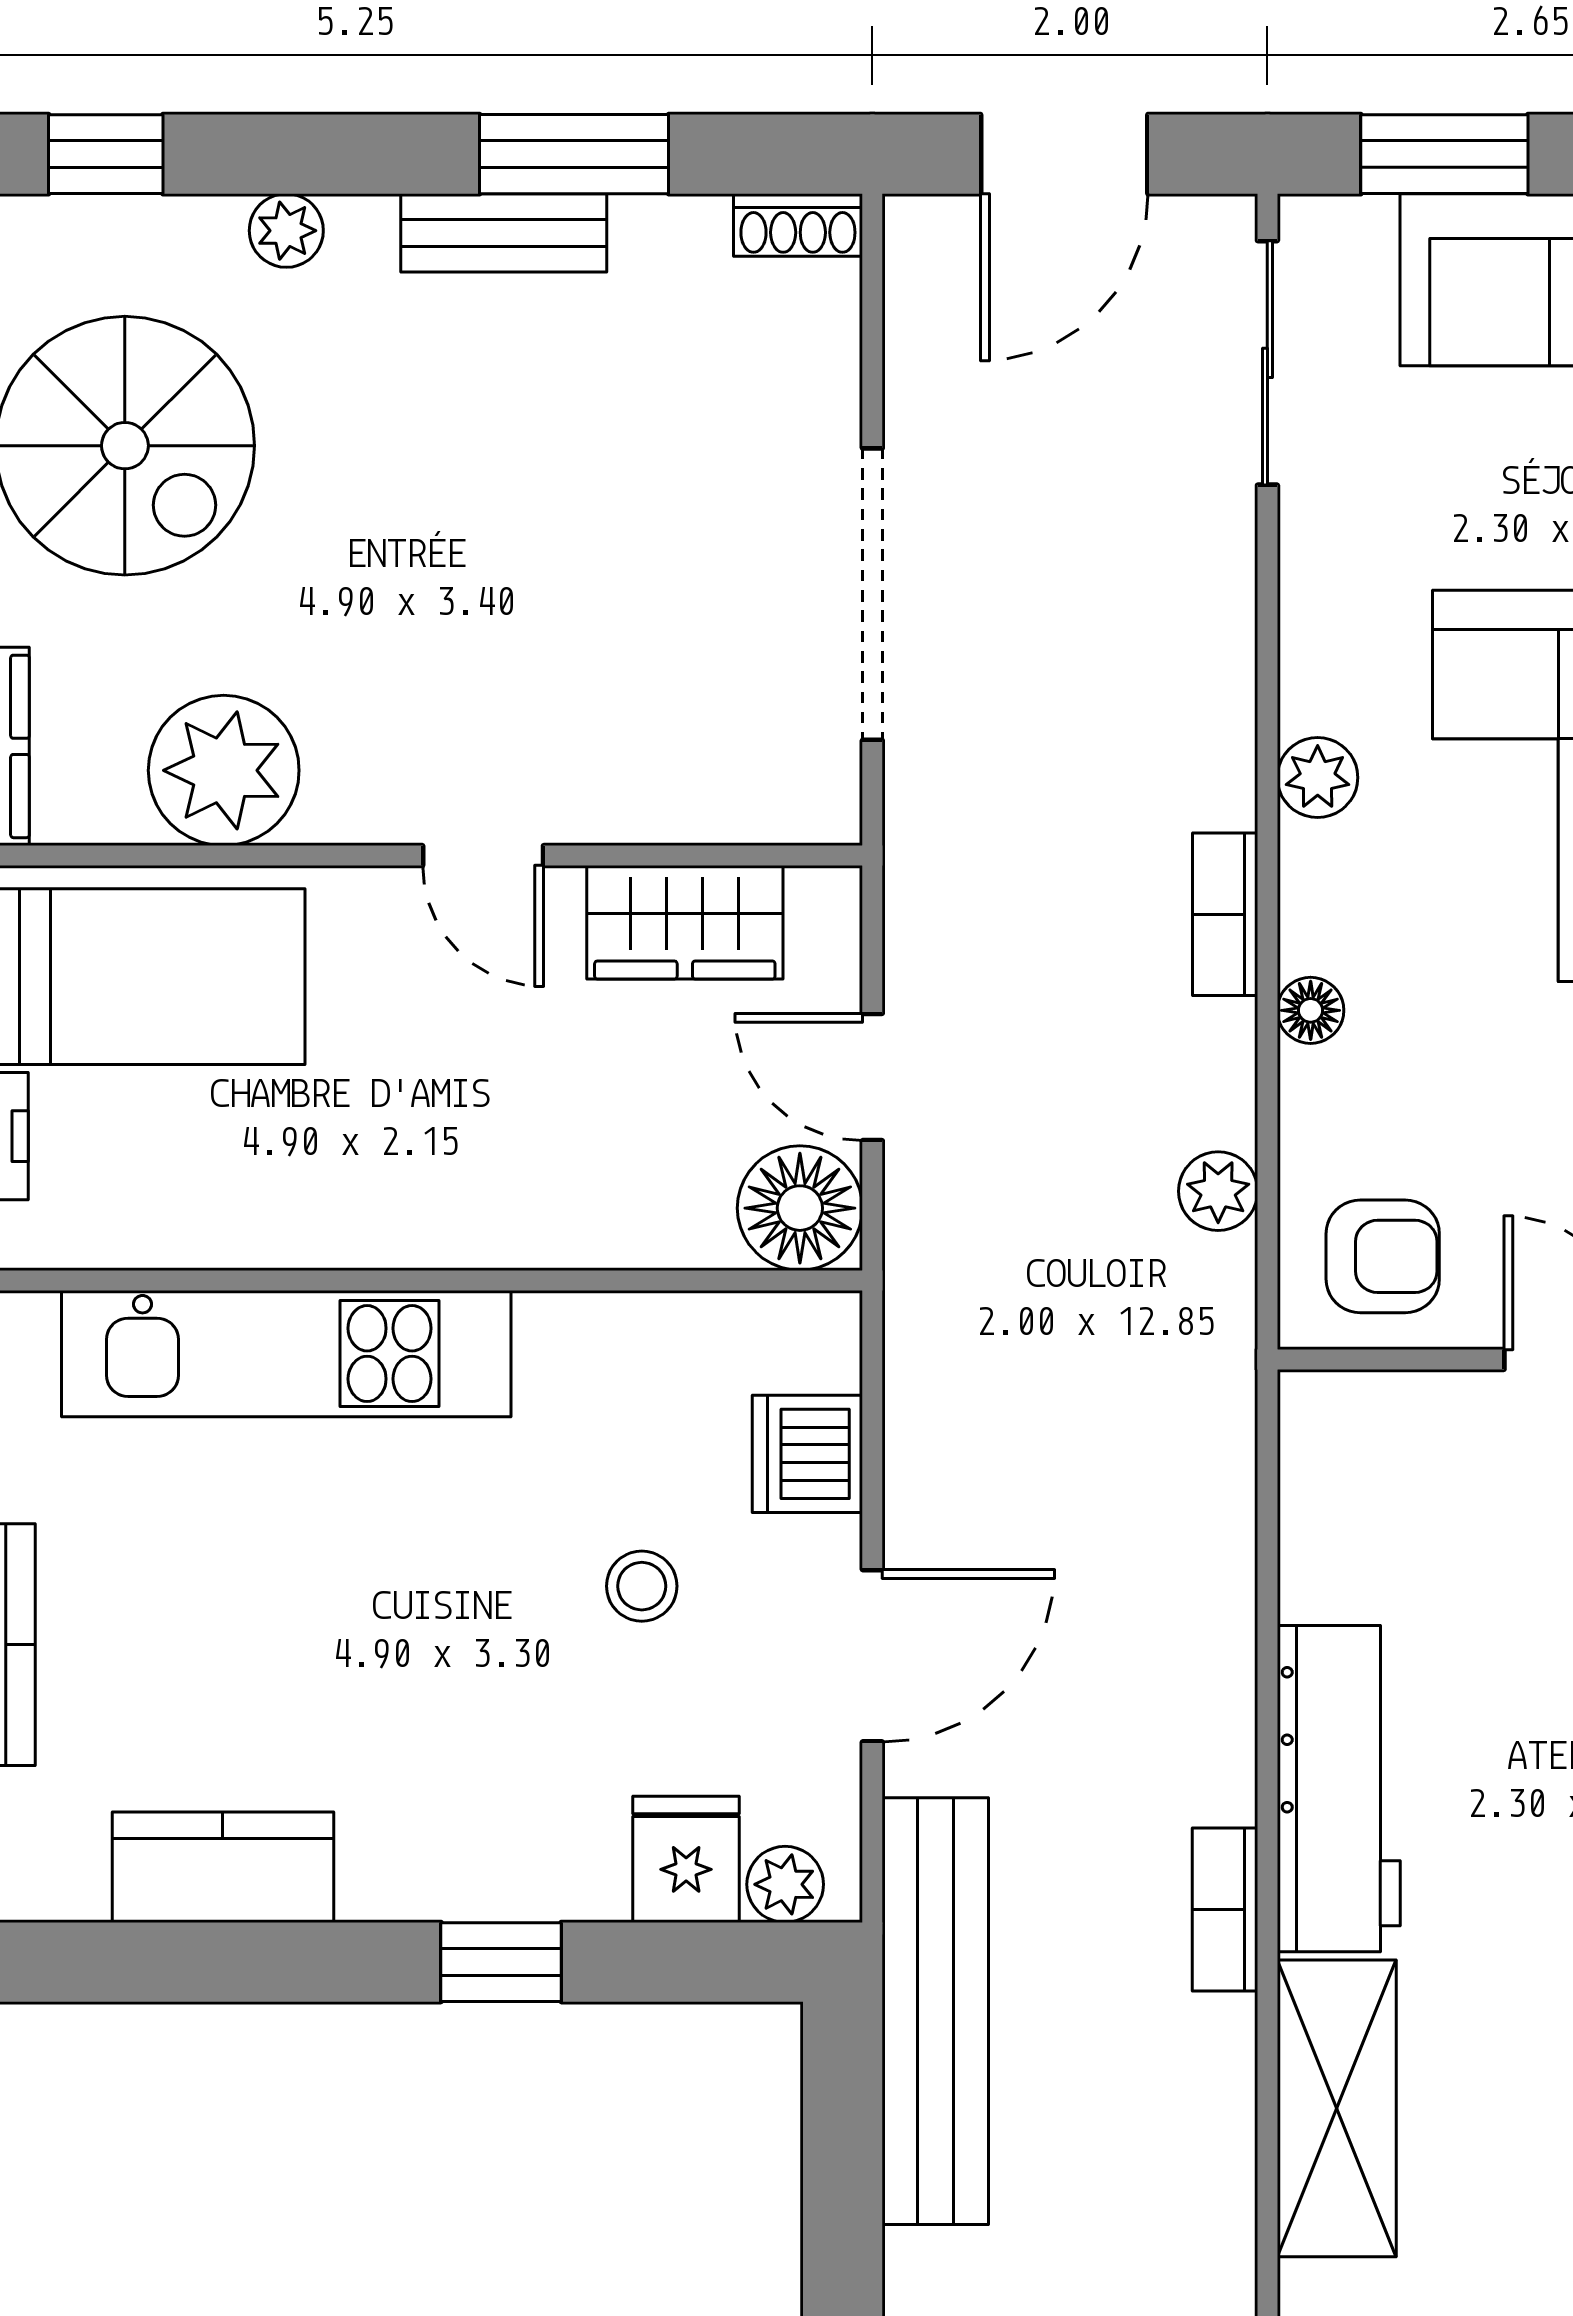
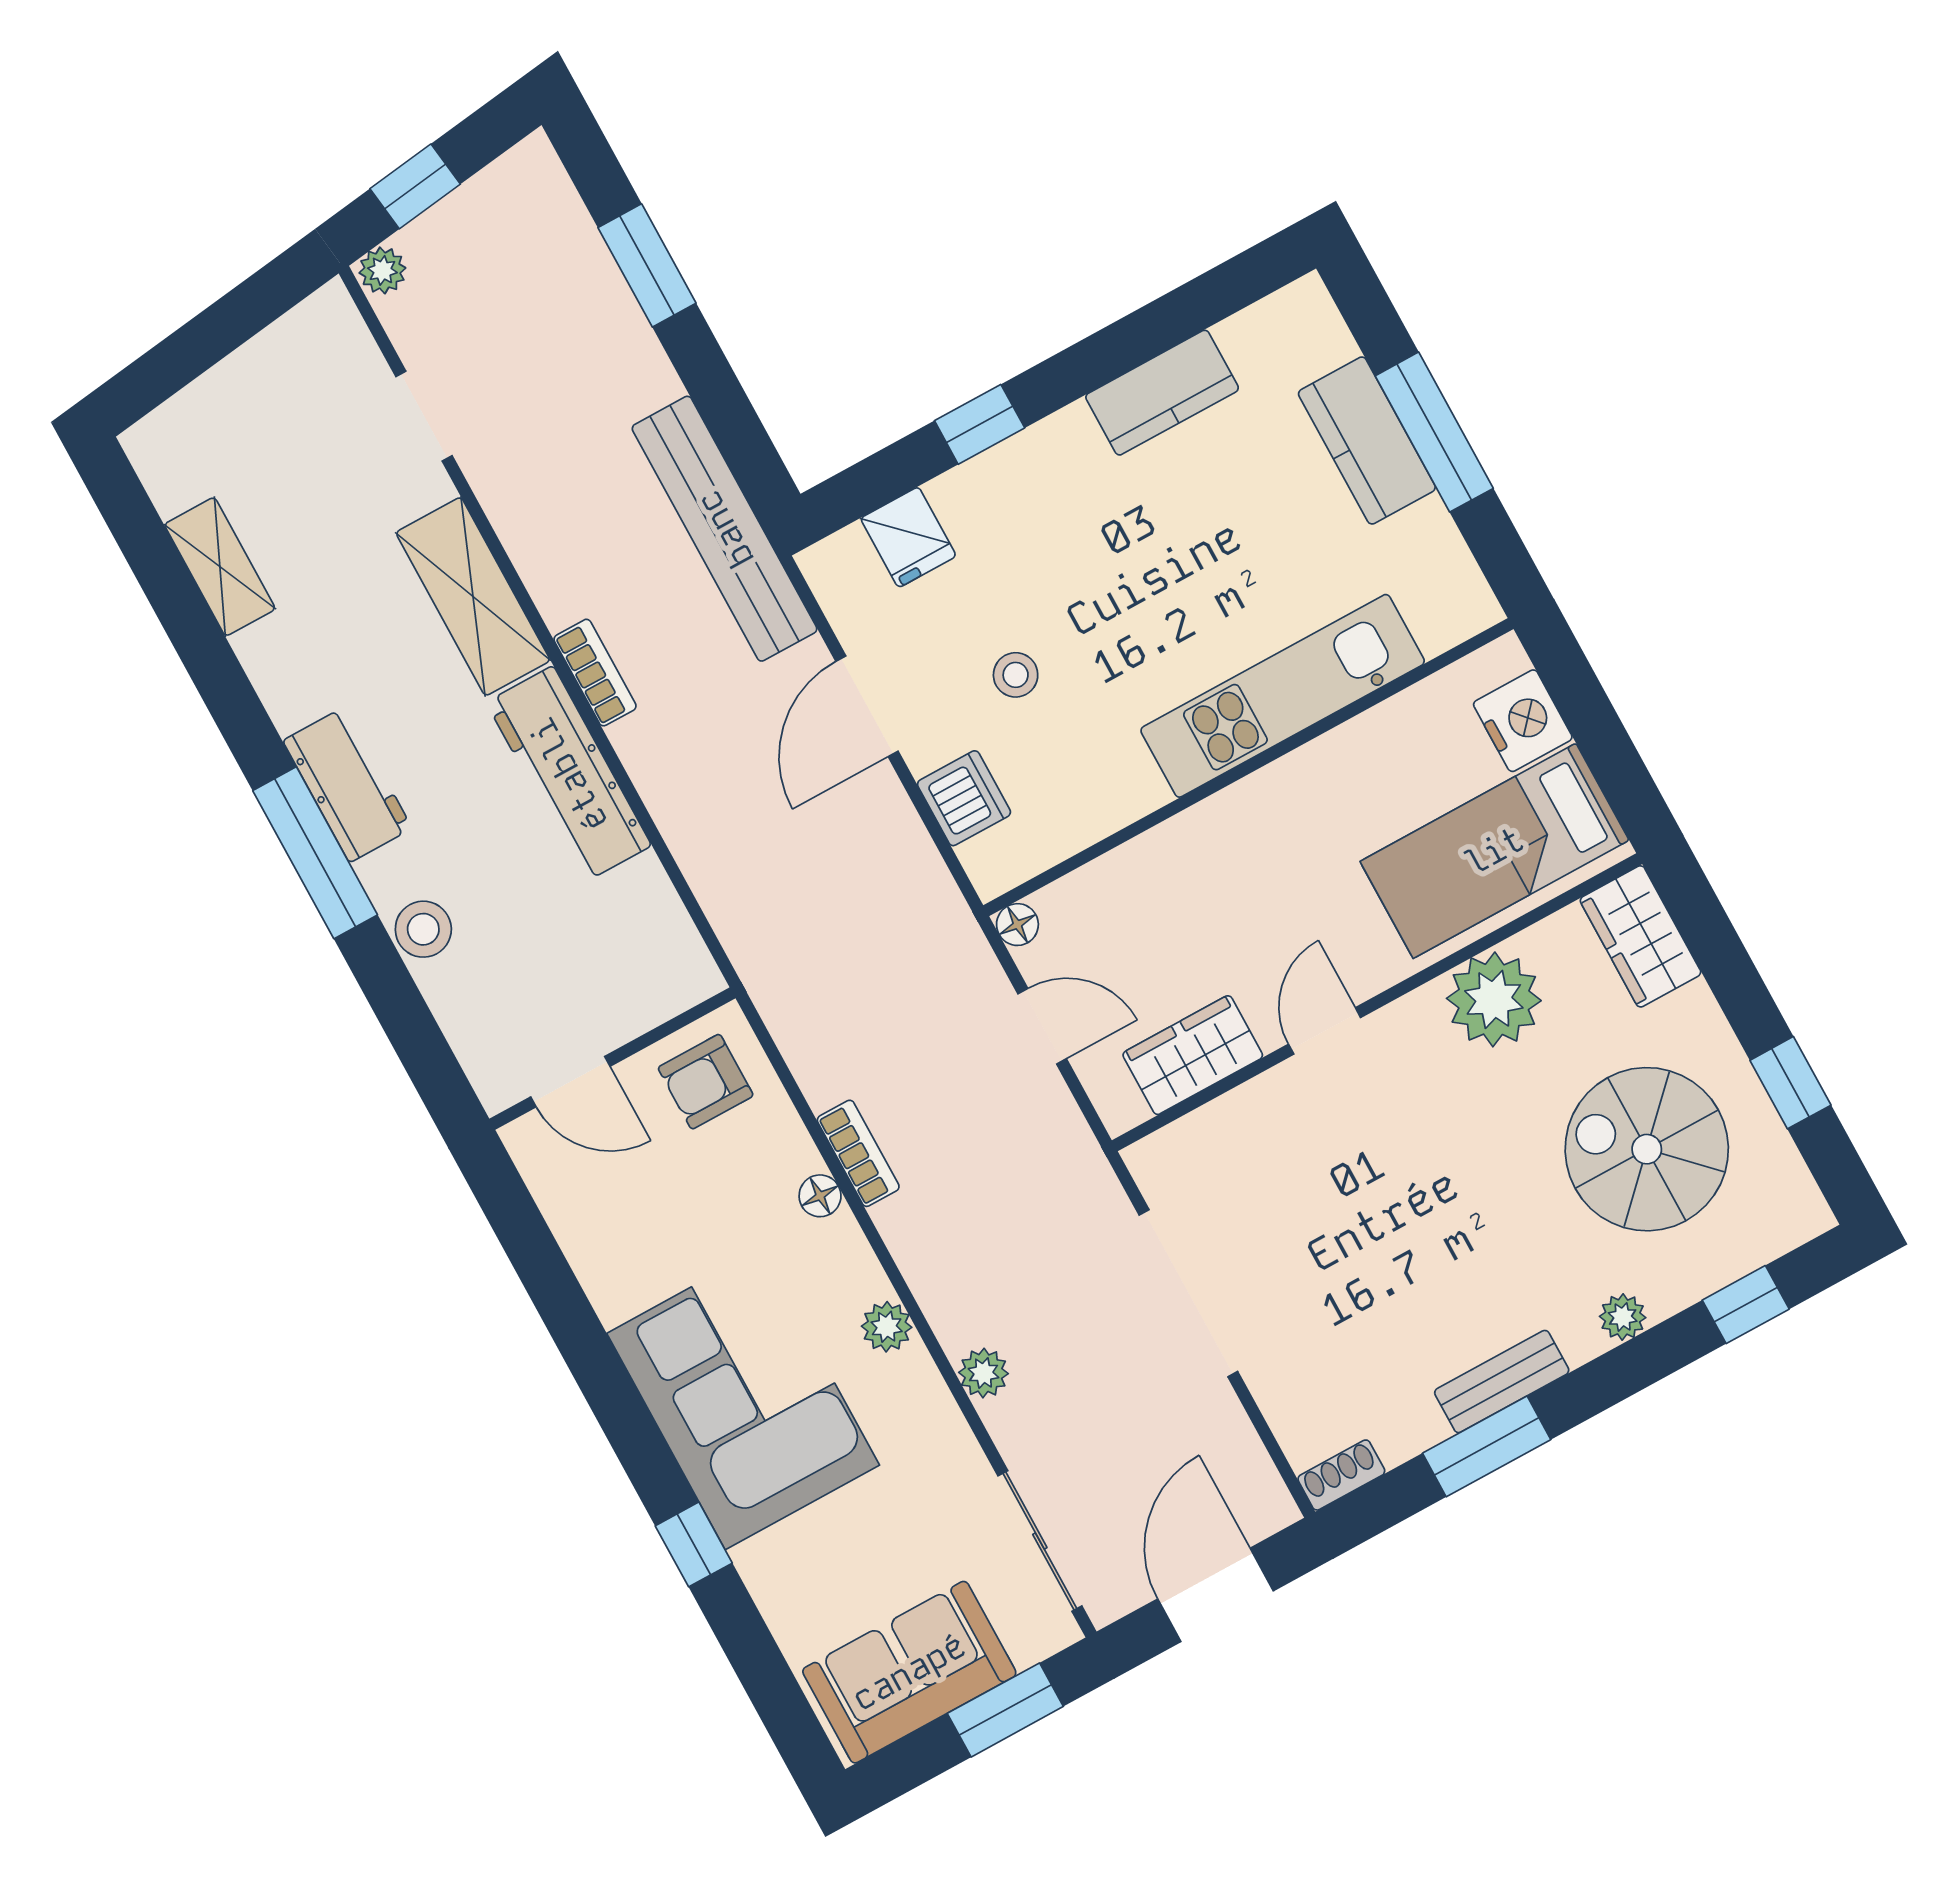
door: (483, 856) -> (1325, 1031), hinge flipped
bookcase: (1225, 914) -> (858, 1153), moved
plant: (1218, 1191) -> (983, 1373), moved
floor lamp: (800, 1208) -> (1017, 925), width x0.53, depth x0.53
plant: (785, 1884) -> (846, 553), removed

